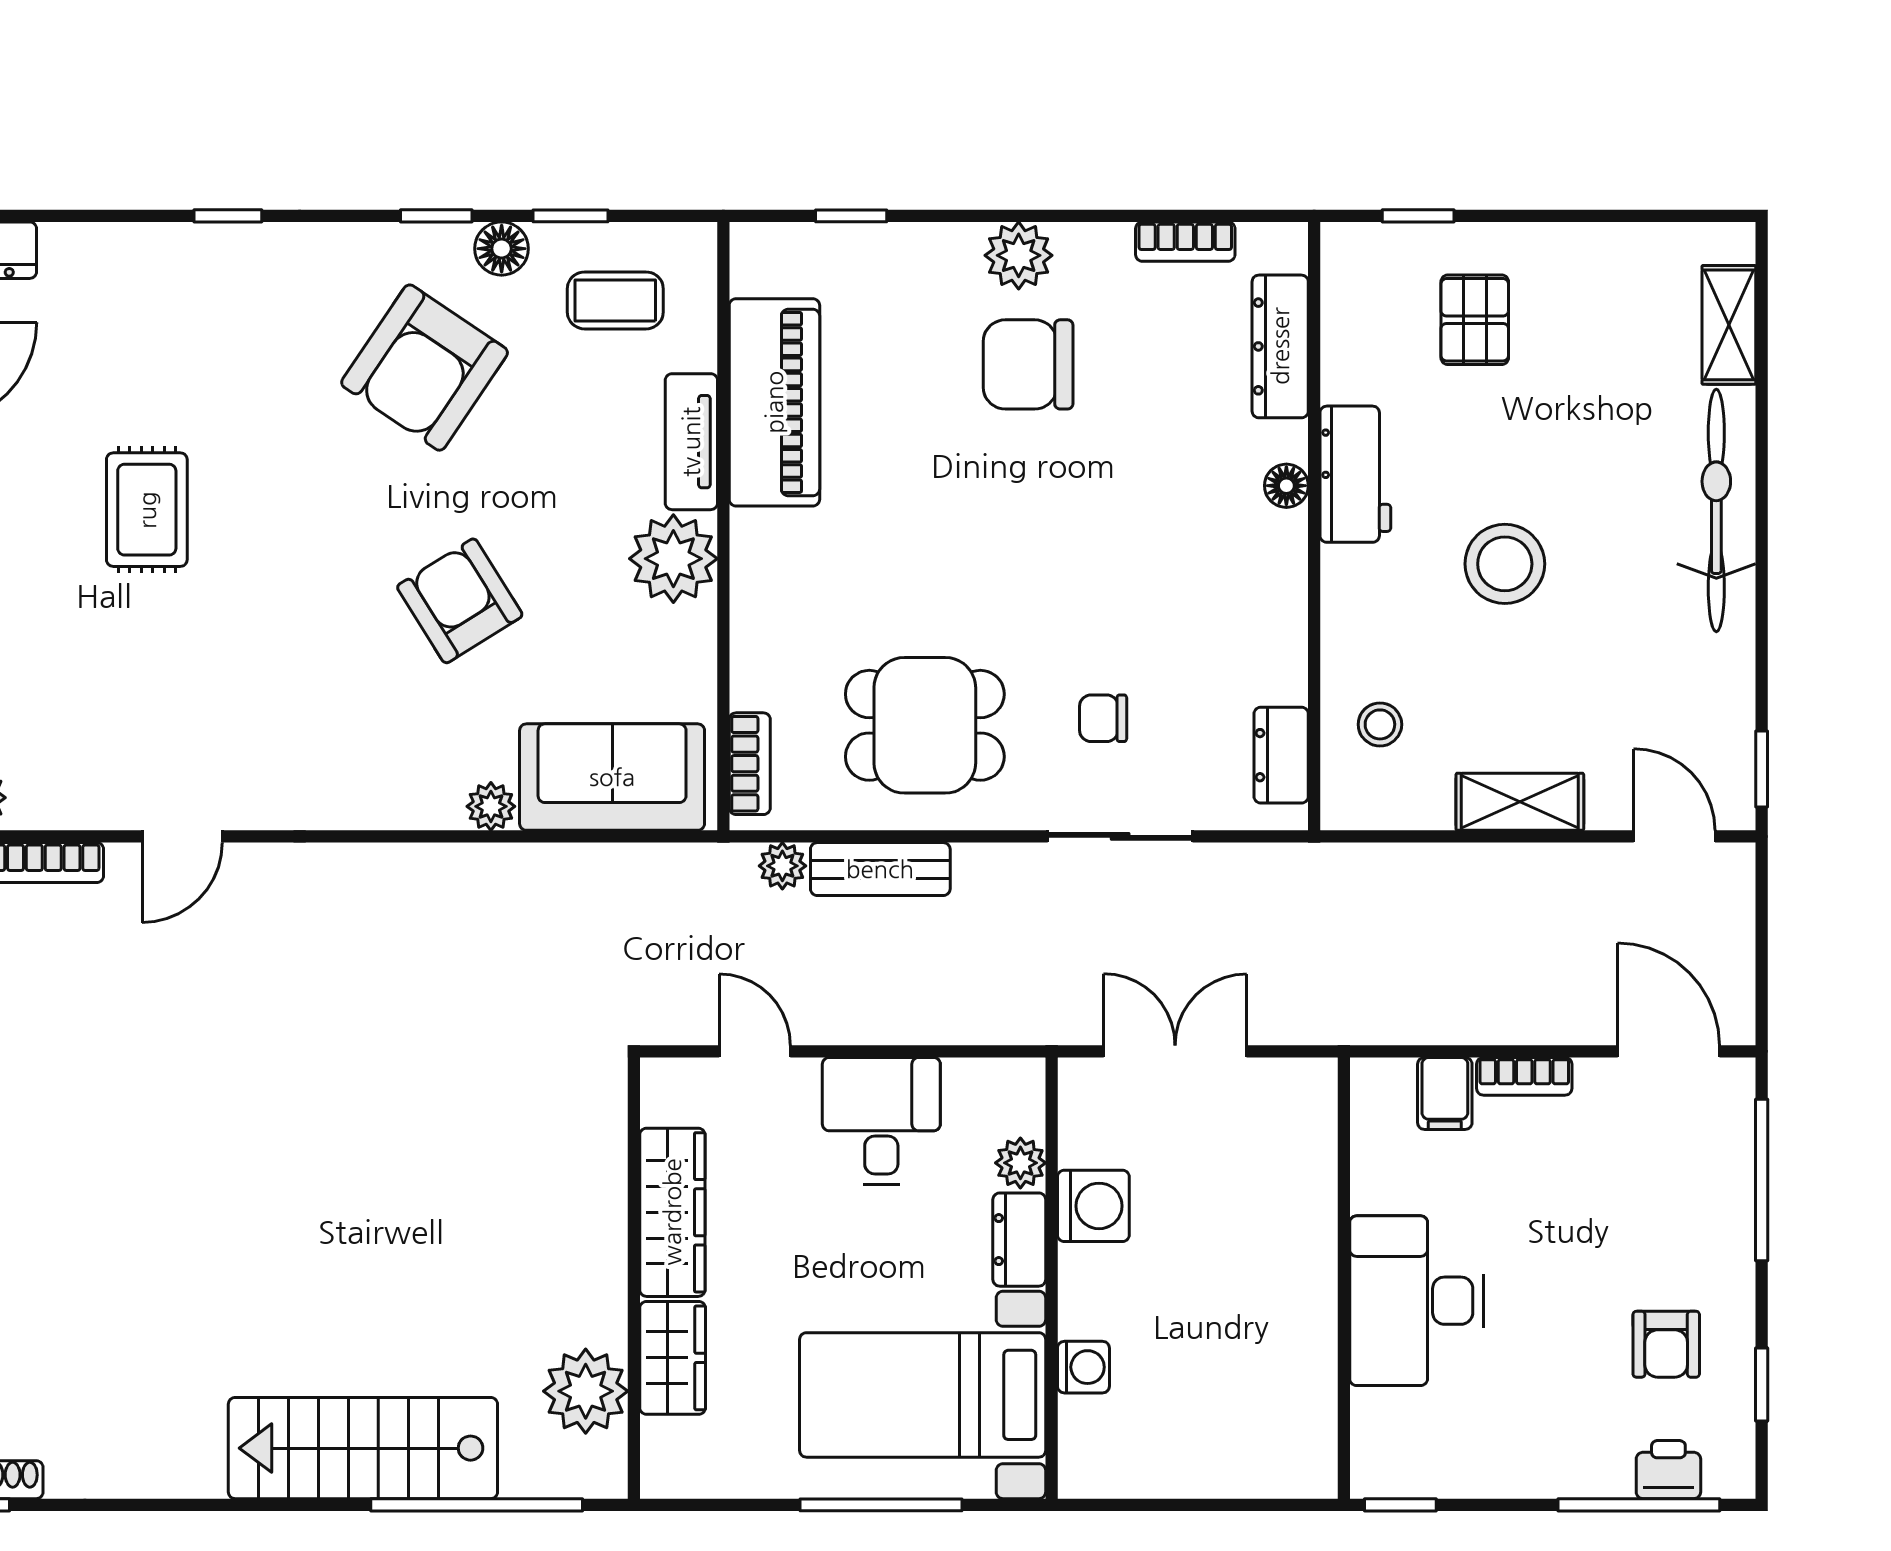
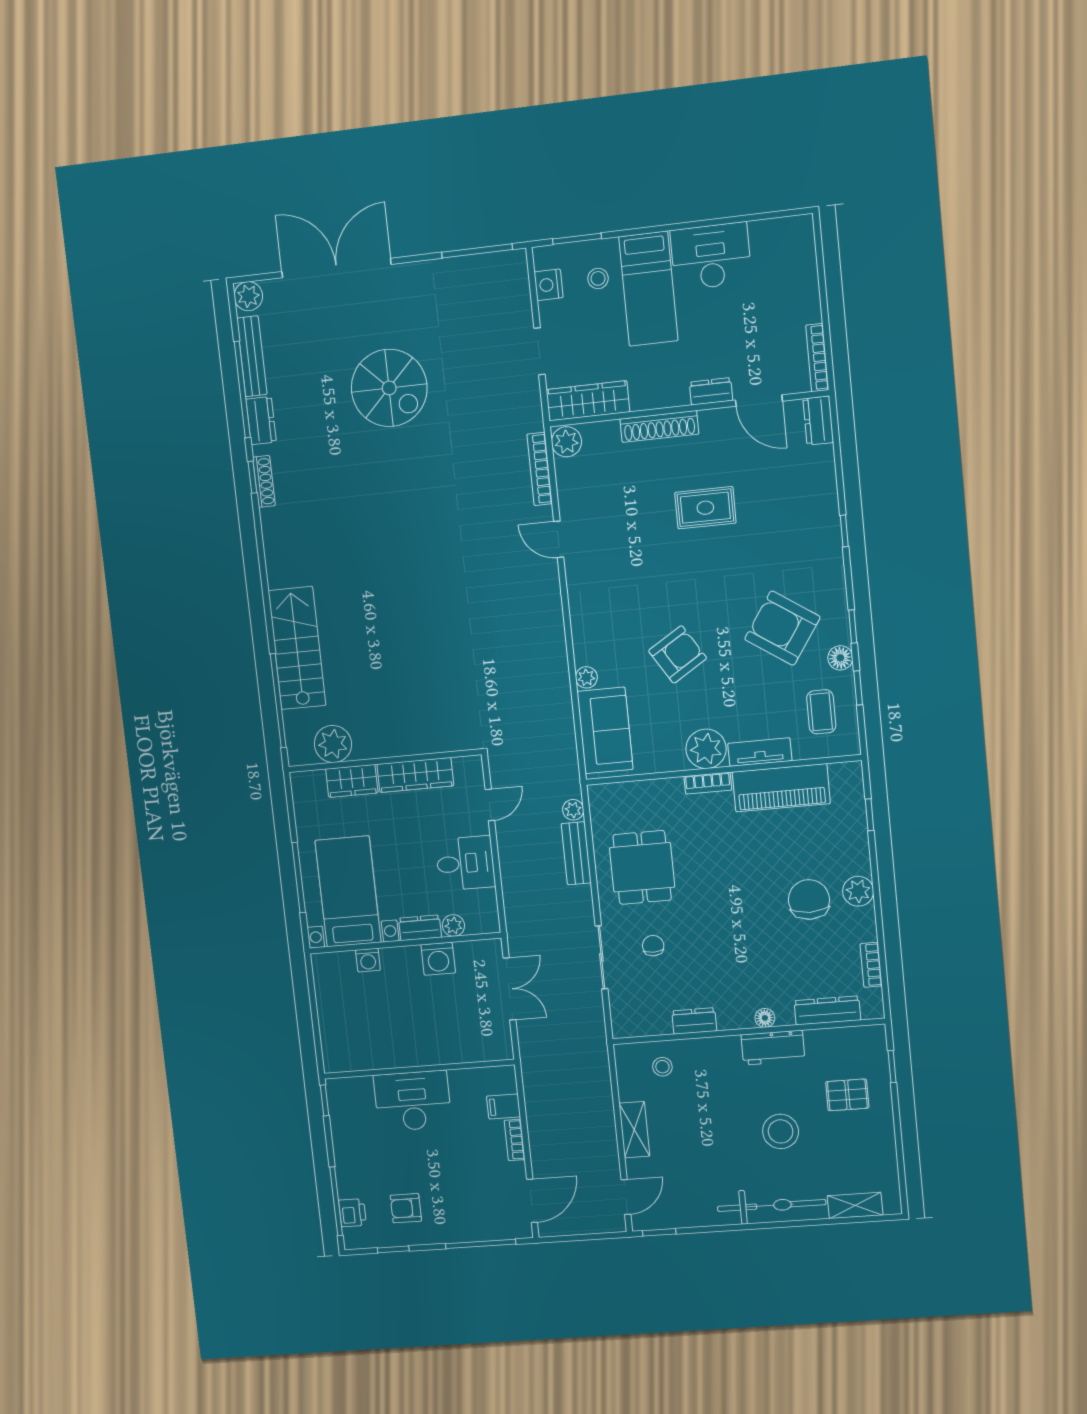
stool: (1505, 564) -> (781, 1131), moved
dresser: (1281, 755) -> (694, 1021), moved
bookcase: (750, 764) -> (708, 783), moved

